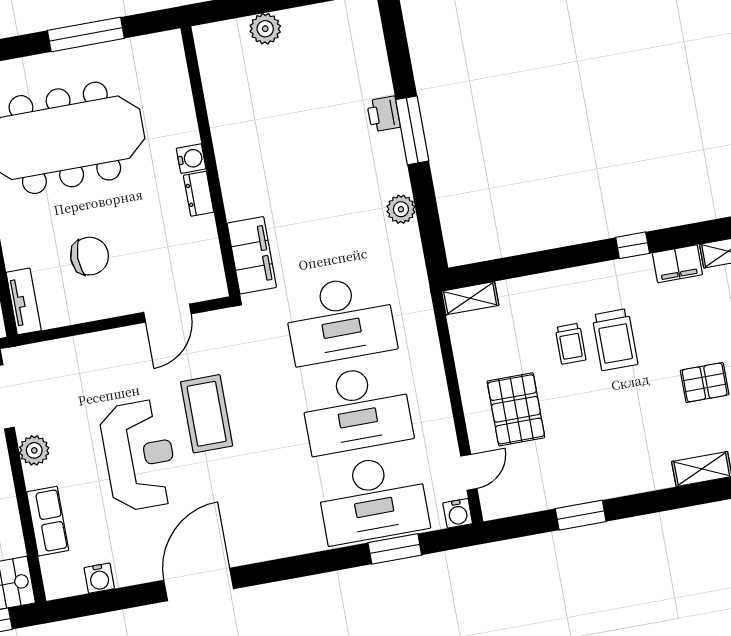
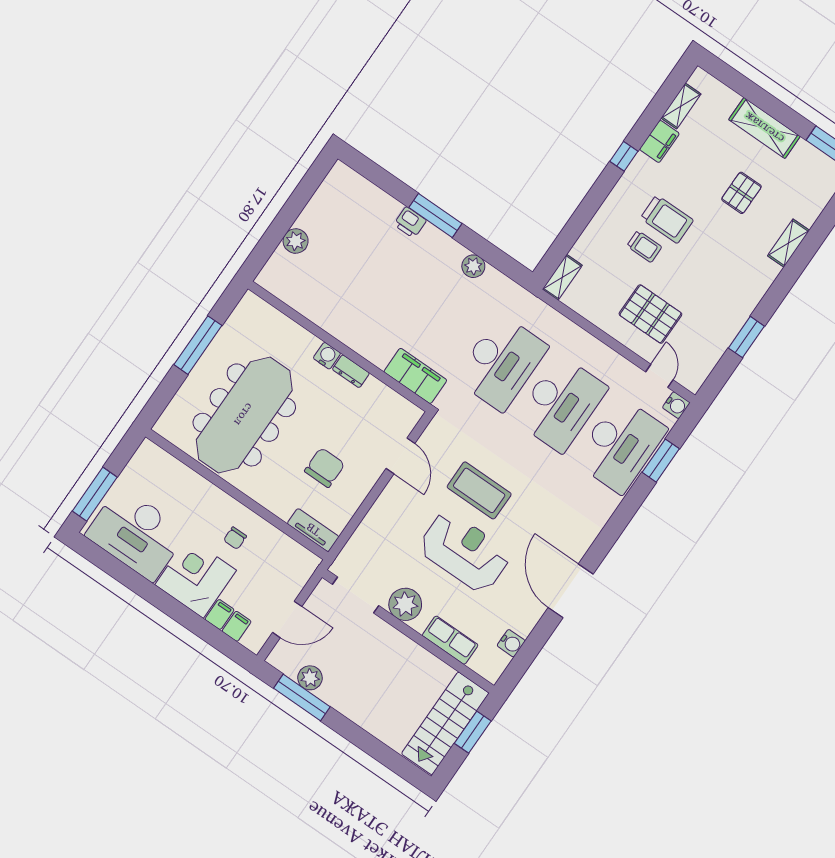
plant: (34, 450) -> (405, 604), width x1.36, depth x1.36

